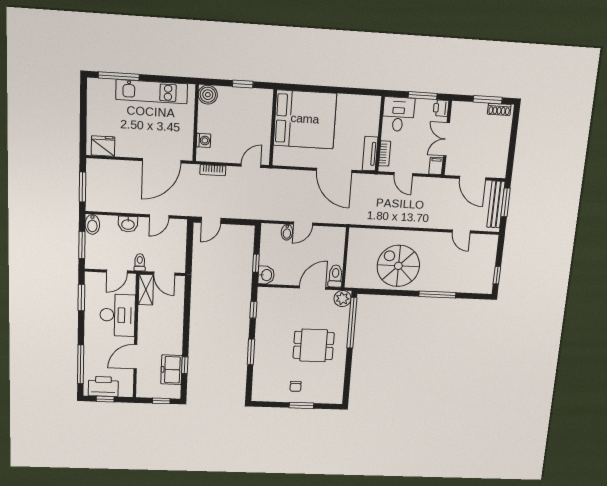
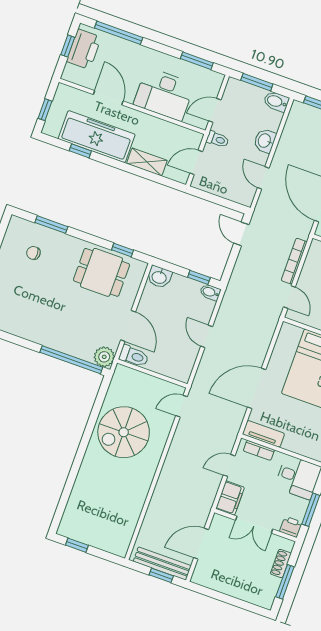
shoe rack: (499, 109) -> (281, 564), moved
double door: (447, 139) -> (254, 525), swing flipped
filing cabinet: (436, 166) -> (230, 498), width x2.00
bookcase: (213, 170) -> (294, 261), width x1.56
window: (506, 202) -> (161, 575), width x0.67
door: (461, 231) -> (182, 406), moved
bidet: (287, 232) -> (210, 292), moved
window: (256, 263) -> (199, 277), moved
spiral stairs: (398, 266) -> (124, 432), turned 180
door: (117, 272) -> (215, 110), hinge flipped
shelving: (146, 290) -> (147, 162), moved
window: (437, 295) -> (75, 469), removed
dining table: (314, 345) -> (101, 272), moved, turned 90
window: (251, 352) -> (51, 225), moved
freezer: (172, 370) -> (97, 137), width x1.91, depth x1.26
chair: (296, 386) -> (33, 253), moved

